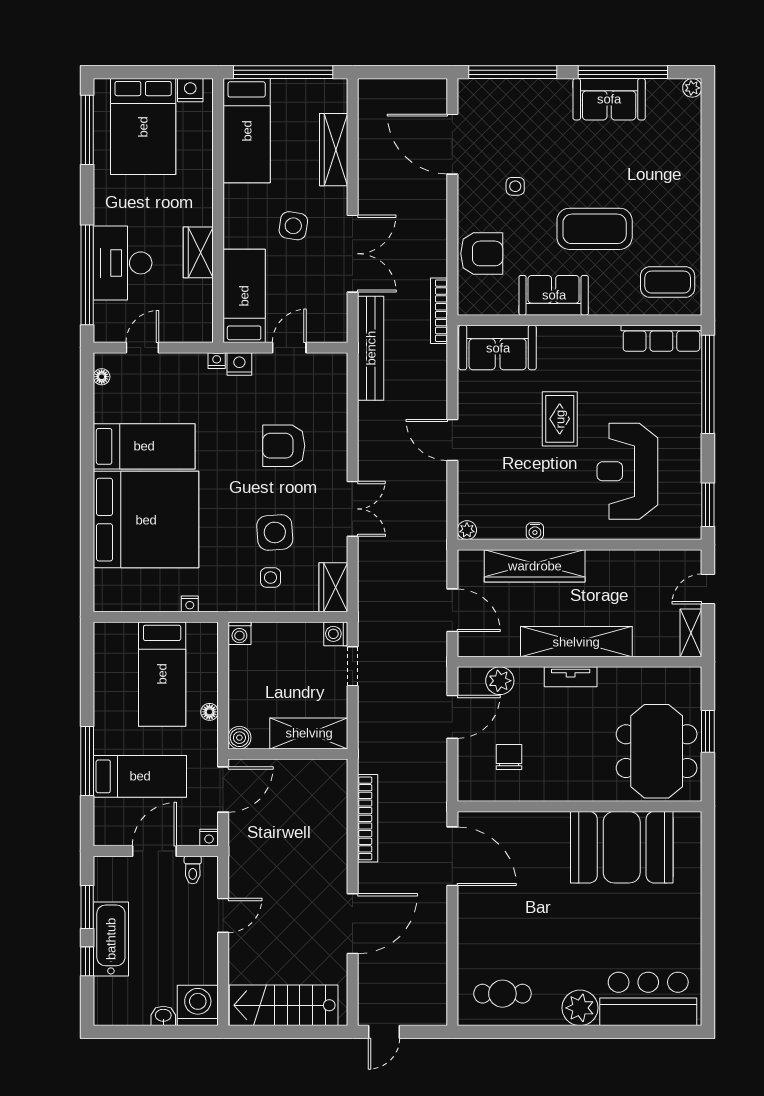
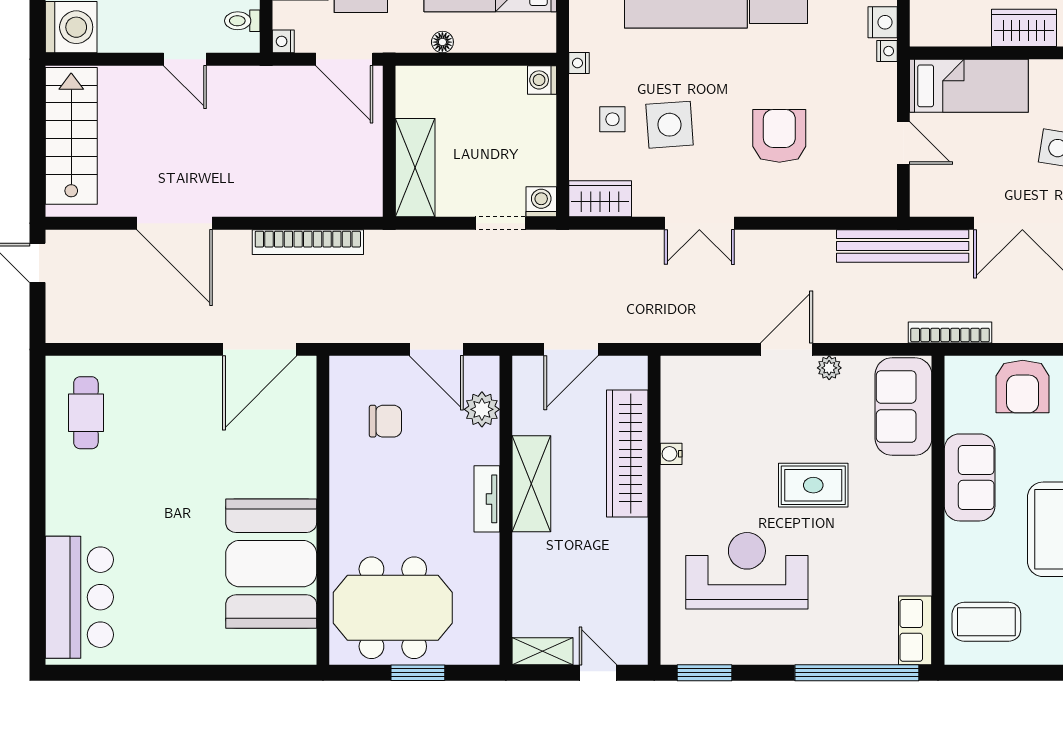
coffee table: (668, 282) -> (986, 622), turned 90
row of seats: (661, 338) -> (915, 630), width x0.68
nightstand: (239, 364) -> (883, 22), moved
plant: (467, 530) -> (829, 368), moved
nightstand: (190, 604) -> (579, 63), moved
shelving: (576, 642) -> (531, 484), width x0.68
boiler: (239, 738) -> (410, 80), removed
plant: (580, 1008) -> (68, 511), removed

